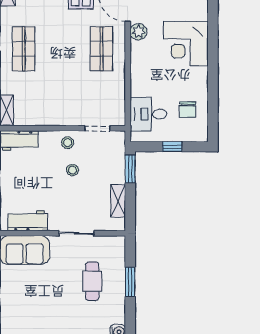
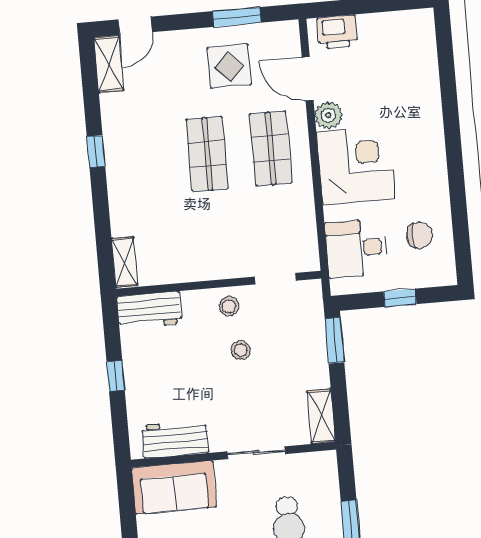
corner desk: (186, 44) -> (356, 165), moved, turned 180
shop shelf: (24, 49) -> (207, 154), moved
chair: (188, 110) -> (420, 235), turned -90
shelving: (118, 201) -> (321, 416), moved

